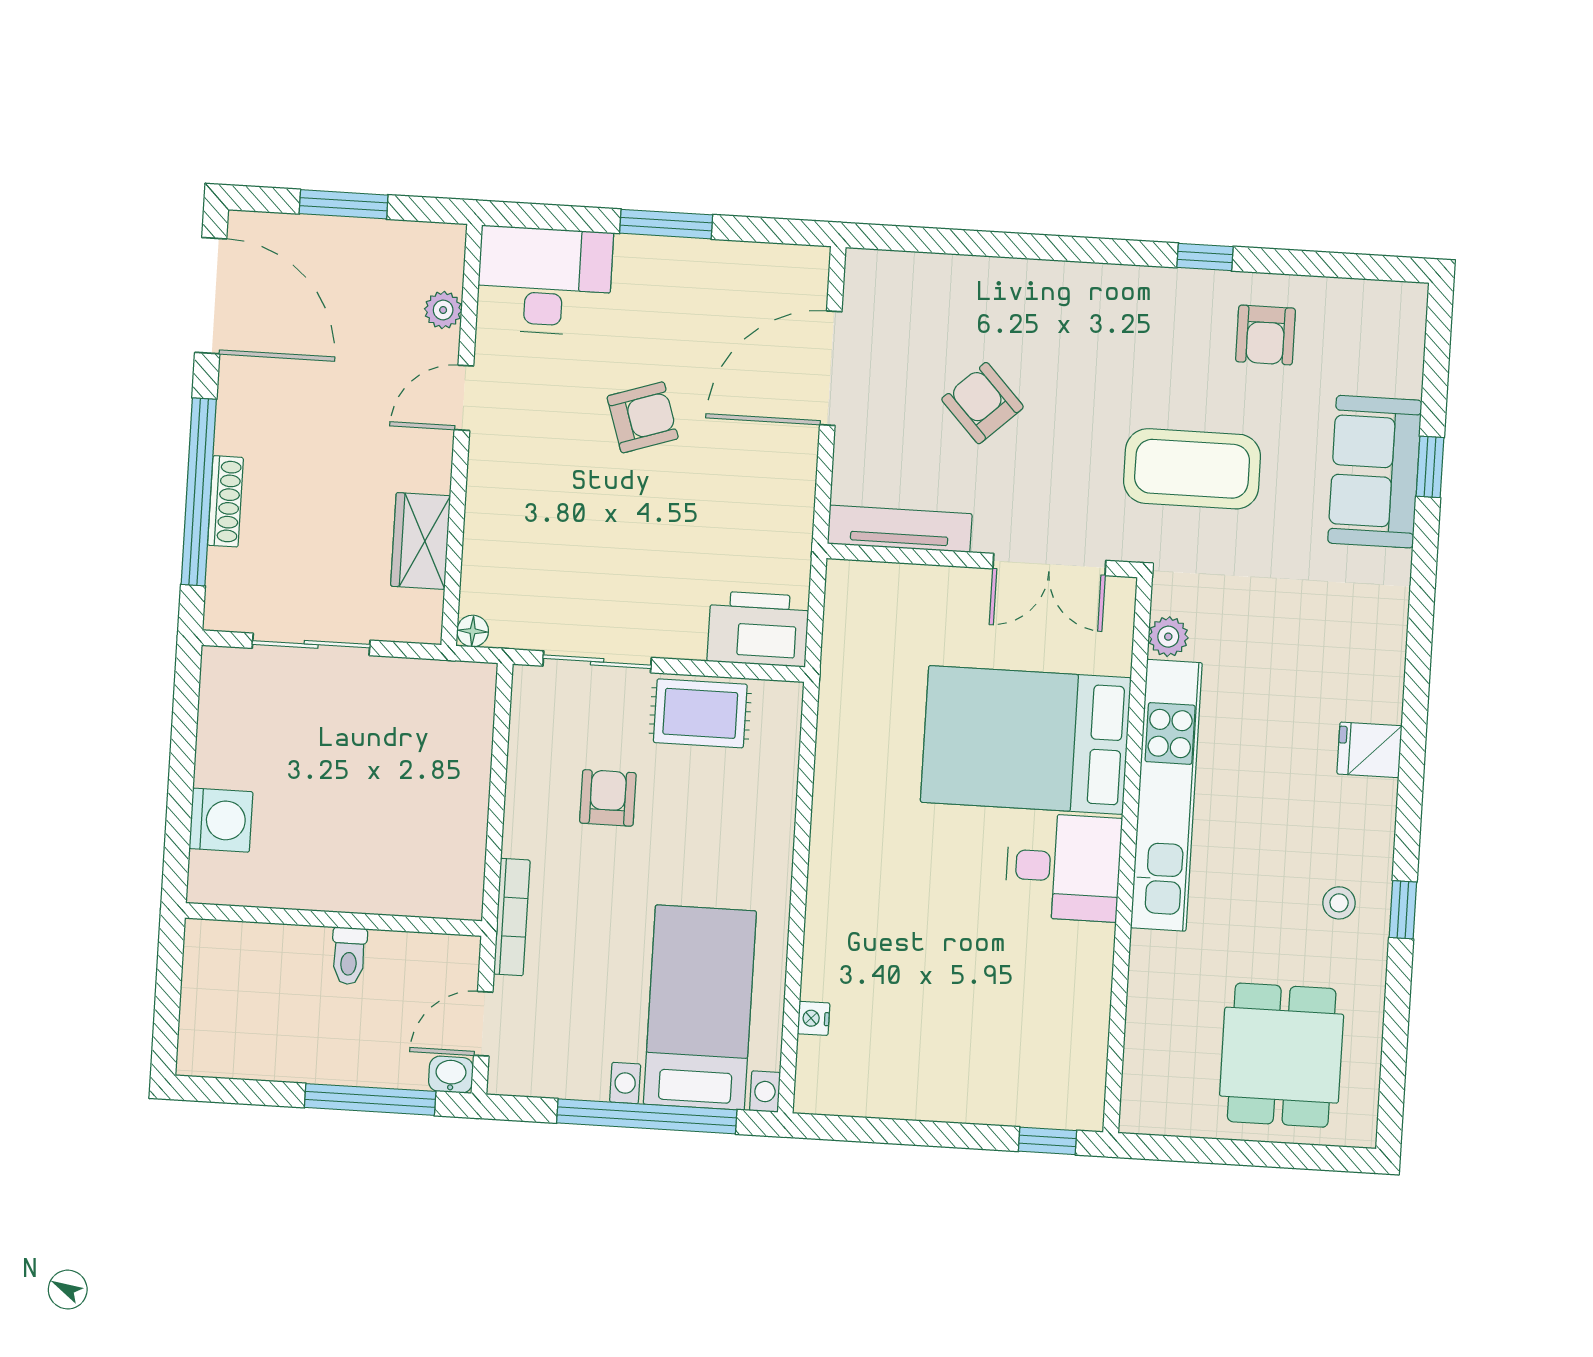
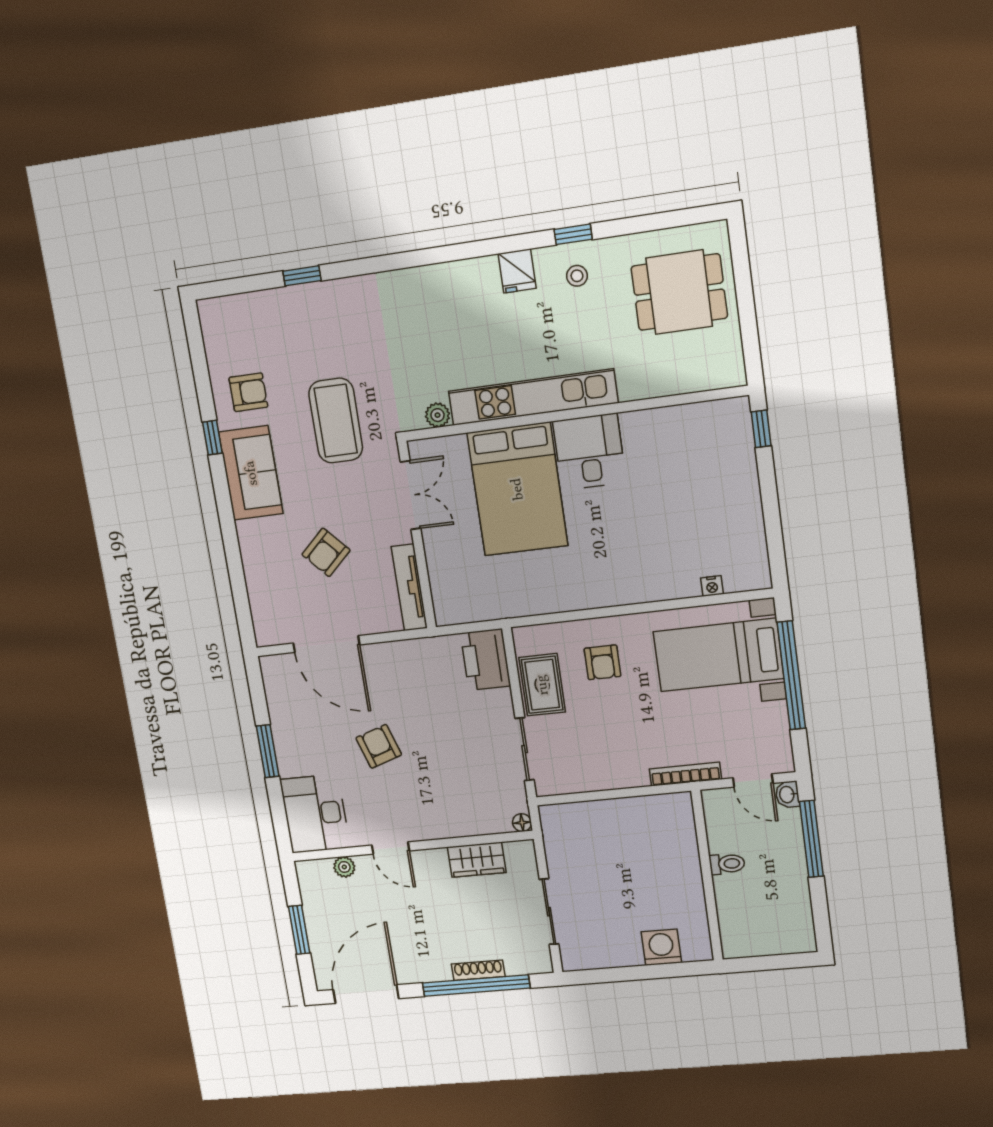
sofa: (1375, 472) -> (251, 473), moved, turned -90
fridge: (1369, 750) -> (517, 271), moved
armchair: (608, 798) -> (602, 662), moved, turned -90

